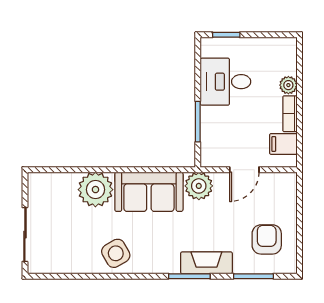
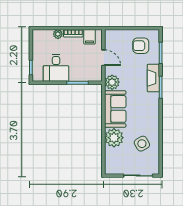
side table: (116, 253) -> (142, 144), moved

